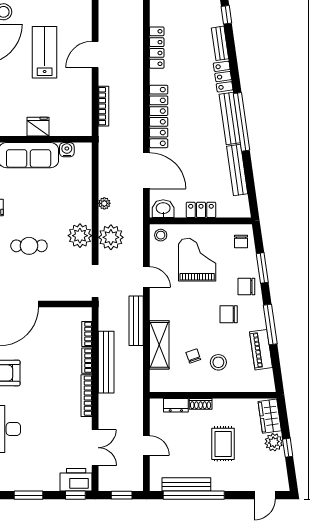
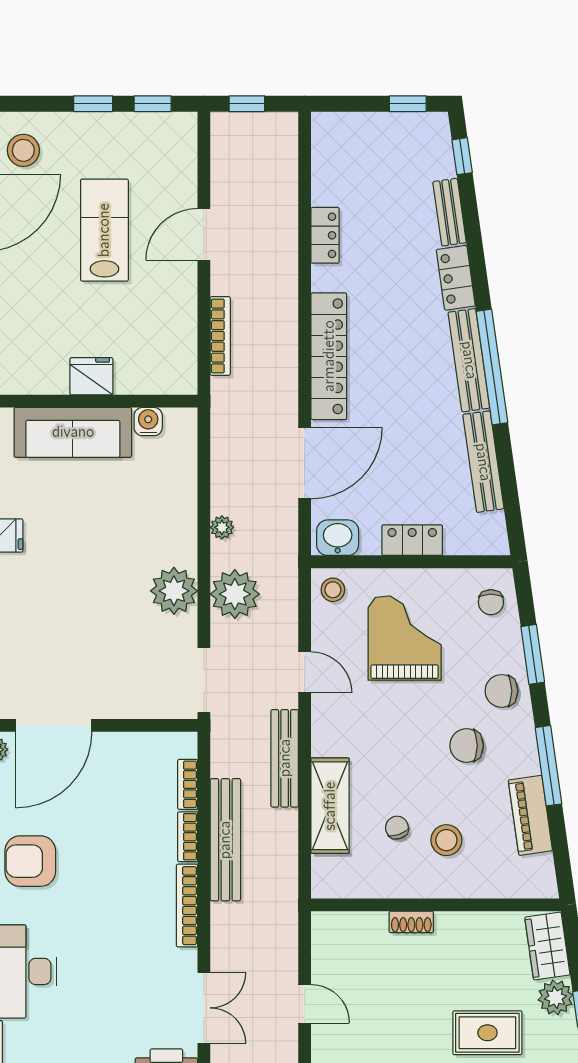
locker: (157, 48) -> (325, 235), width x0.66
door: (146, 171) -> (305, 463), hinge flipped
cafe table: (29, 246) -> (74, 611), removed
dresser: (176, 405) -> (363, 925), removed
rug: (223, 444) -> (487, 1033), moved, turned 90

